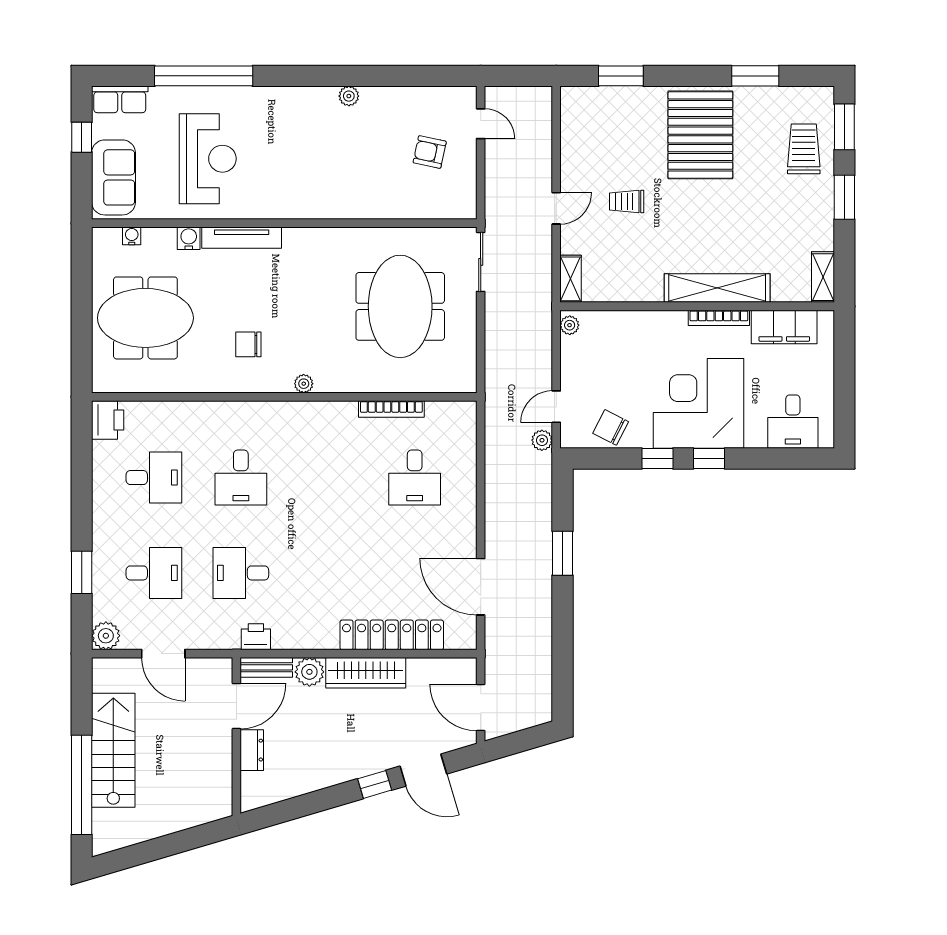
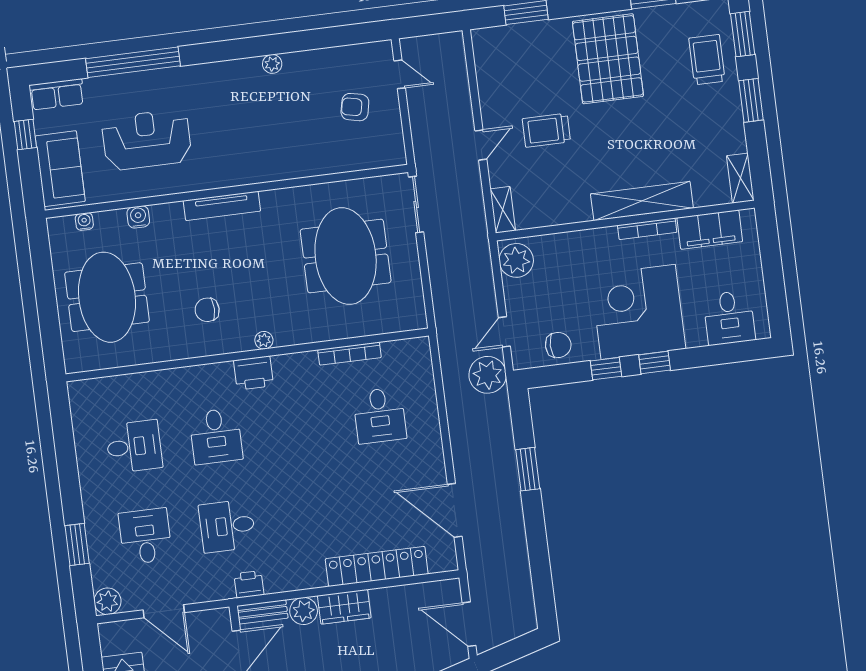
reception desk: (208, 159) -> (147, 140), turned -90
trolley: (627, 202) -> (546, 130), width x1.36, depth x1.39
tv unit: (242, 238) -> (222, 206), moved
meeting table: (145, 318) -> (107, 297), turned 90
plant: (570, 325) -> (516, 260), width x1.87, depth x1.87
printer: (108, 420) -> (254, 373), moved, turned 90
chair: (611, 427) -> (558, 345), turned 153
plant: (542, 440) -> (488, 375), width x1.87, depth x1.87
desk: (154, 573) -> (145, 536), turned -90
wardrobe: (366, 673) -> (344, 607), width x0.67

